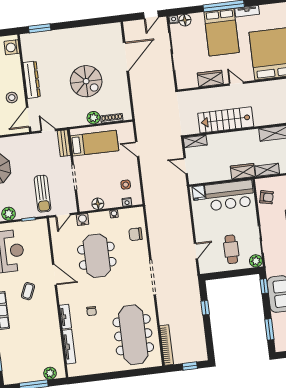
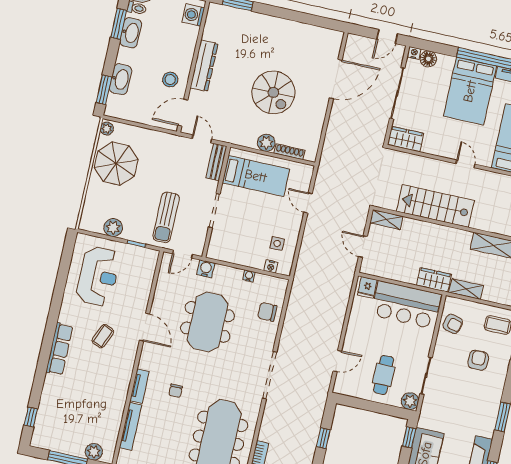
wardrobe: (210, 78) -> (406, 139), moved
floor lamp: (98, 204) -> (233, 255), removed

